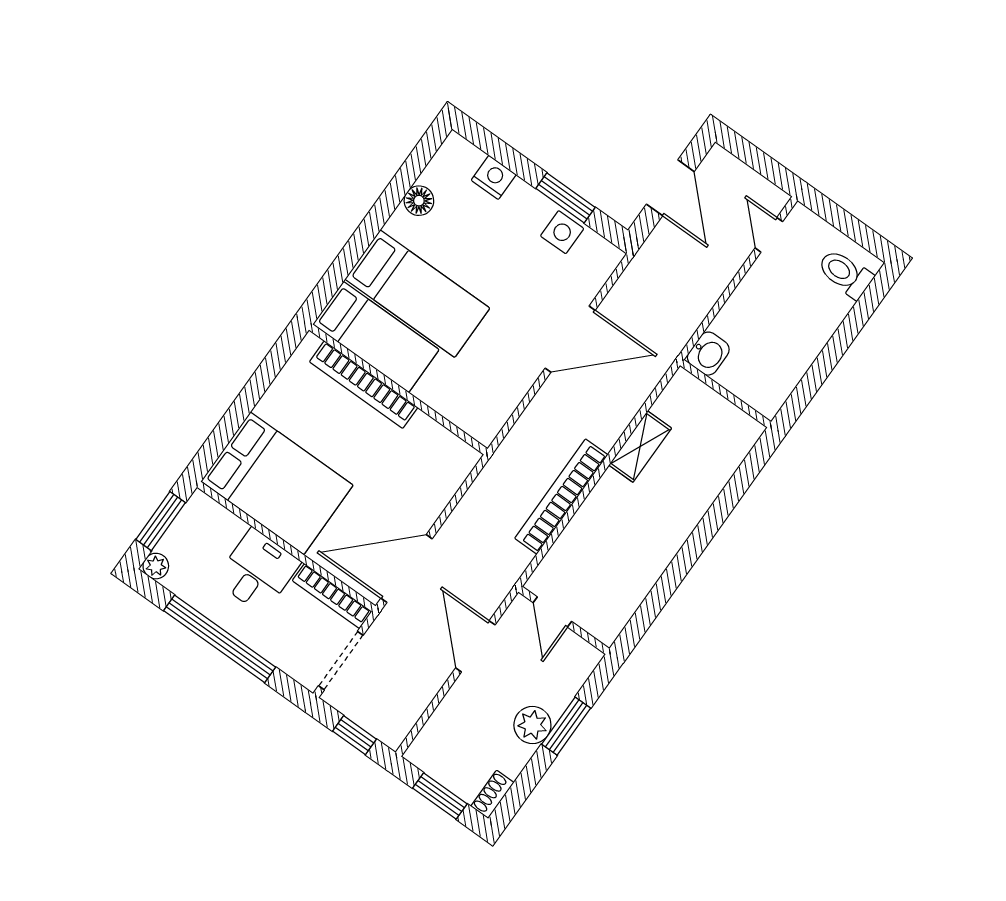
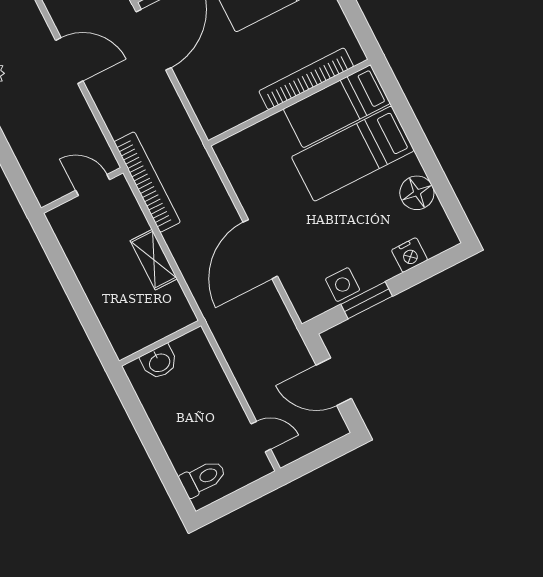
floor lamp: (419, 201) -> (417, 193), width x1.38, depth x1.38
washbasin: (708, 354) -> (159, 362), moved, turned -90
door: (552, 612) -> (93, 185), moved
wall: (564, 620) -> (82, 190), moved

